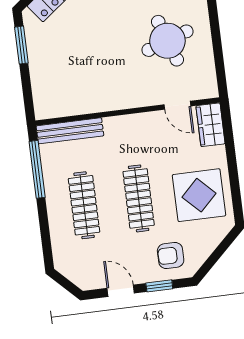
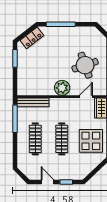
plant: (126, 93) -> (62, 88), added
door: (177, 105) -> (86, 97), swing flipped
armchair: (171, 256) -> (74, 168), removed

